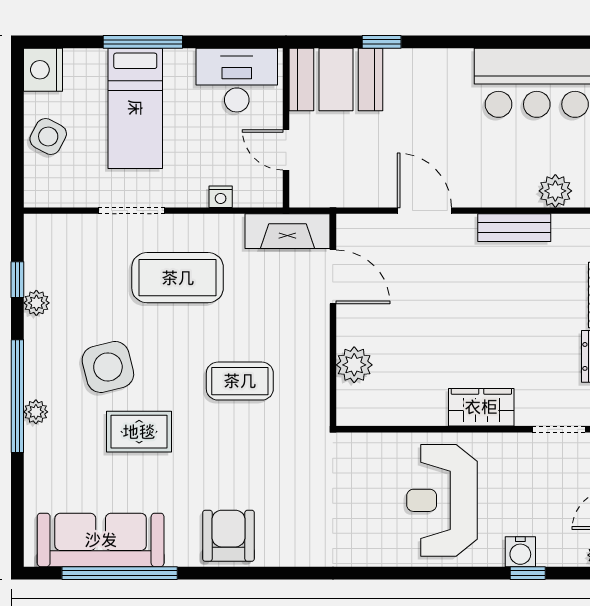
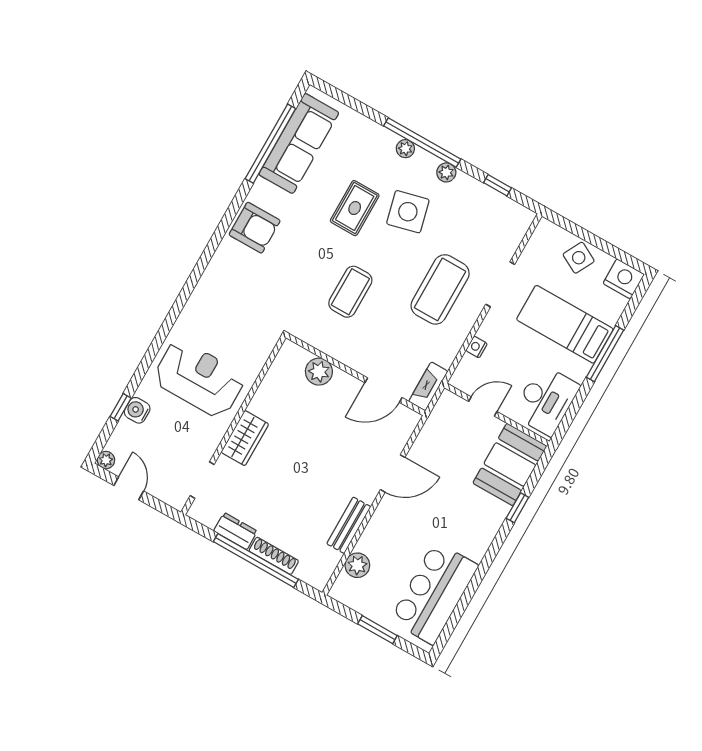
fireplace: (287, 231) -> (428, 386), width x0.73, depth x0.76
plant: (36, 303) -> (446, 172), moved

